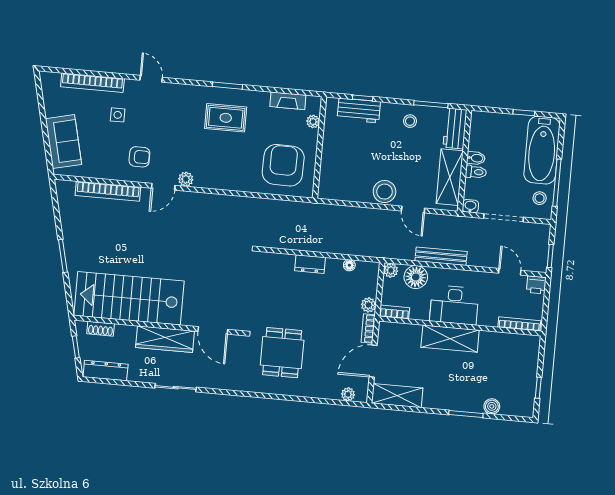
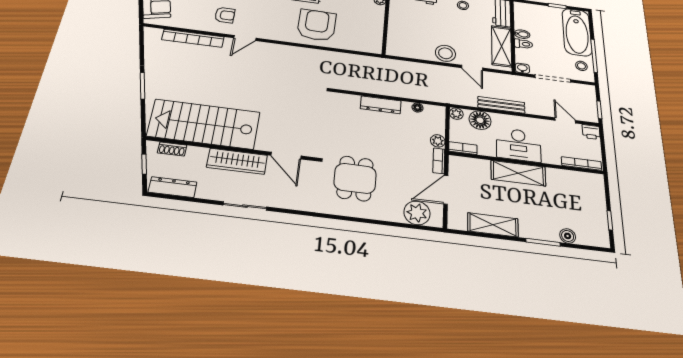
armchair: (283, 165) -> (317, 25), moved
plant: (186, 179) -> (266, 34), removed
dresser: (310, 264) -> (381, 105), width x1.44
plant: (348, 394) -> (417, 213), width x1.88, depth x1.88
shelving: (397, 396) -> (493, 225), moved

